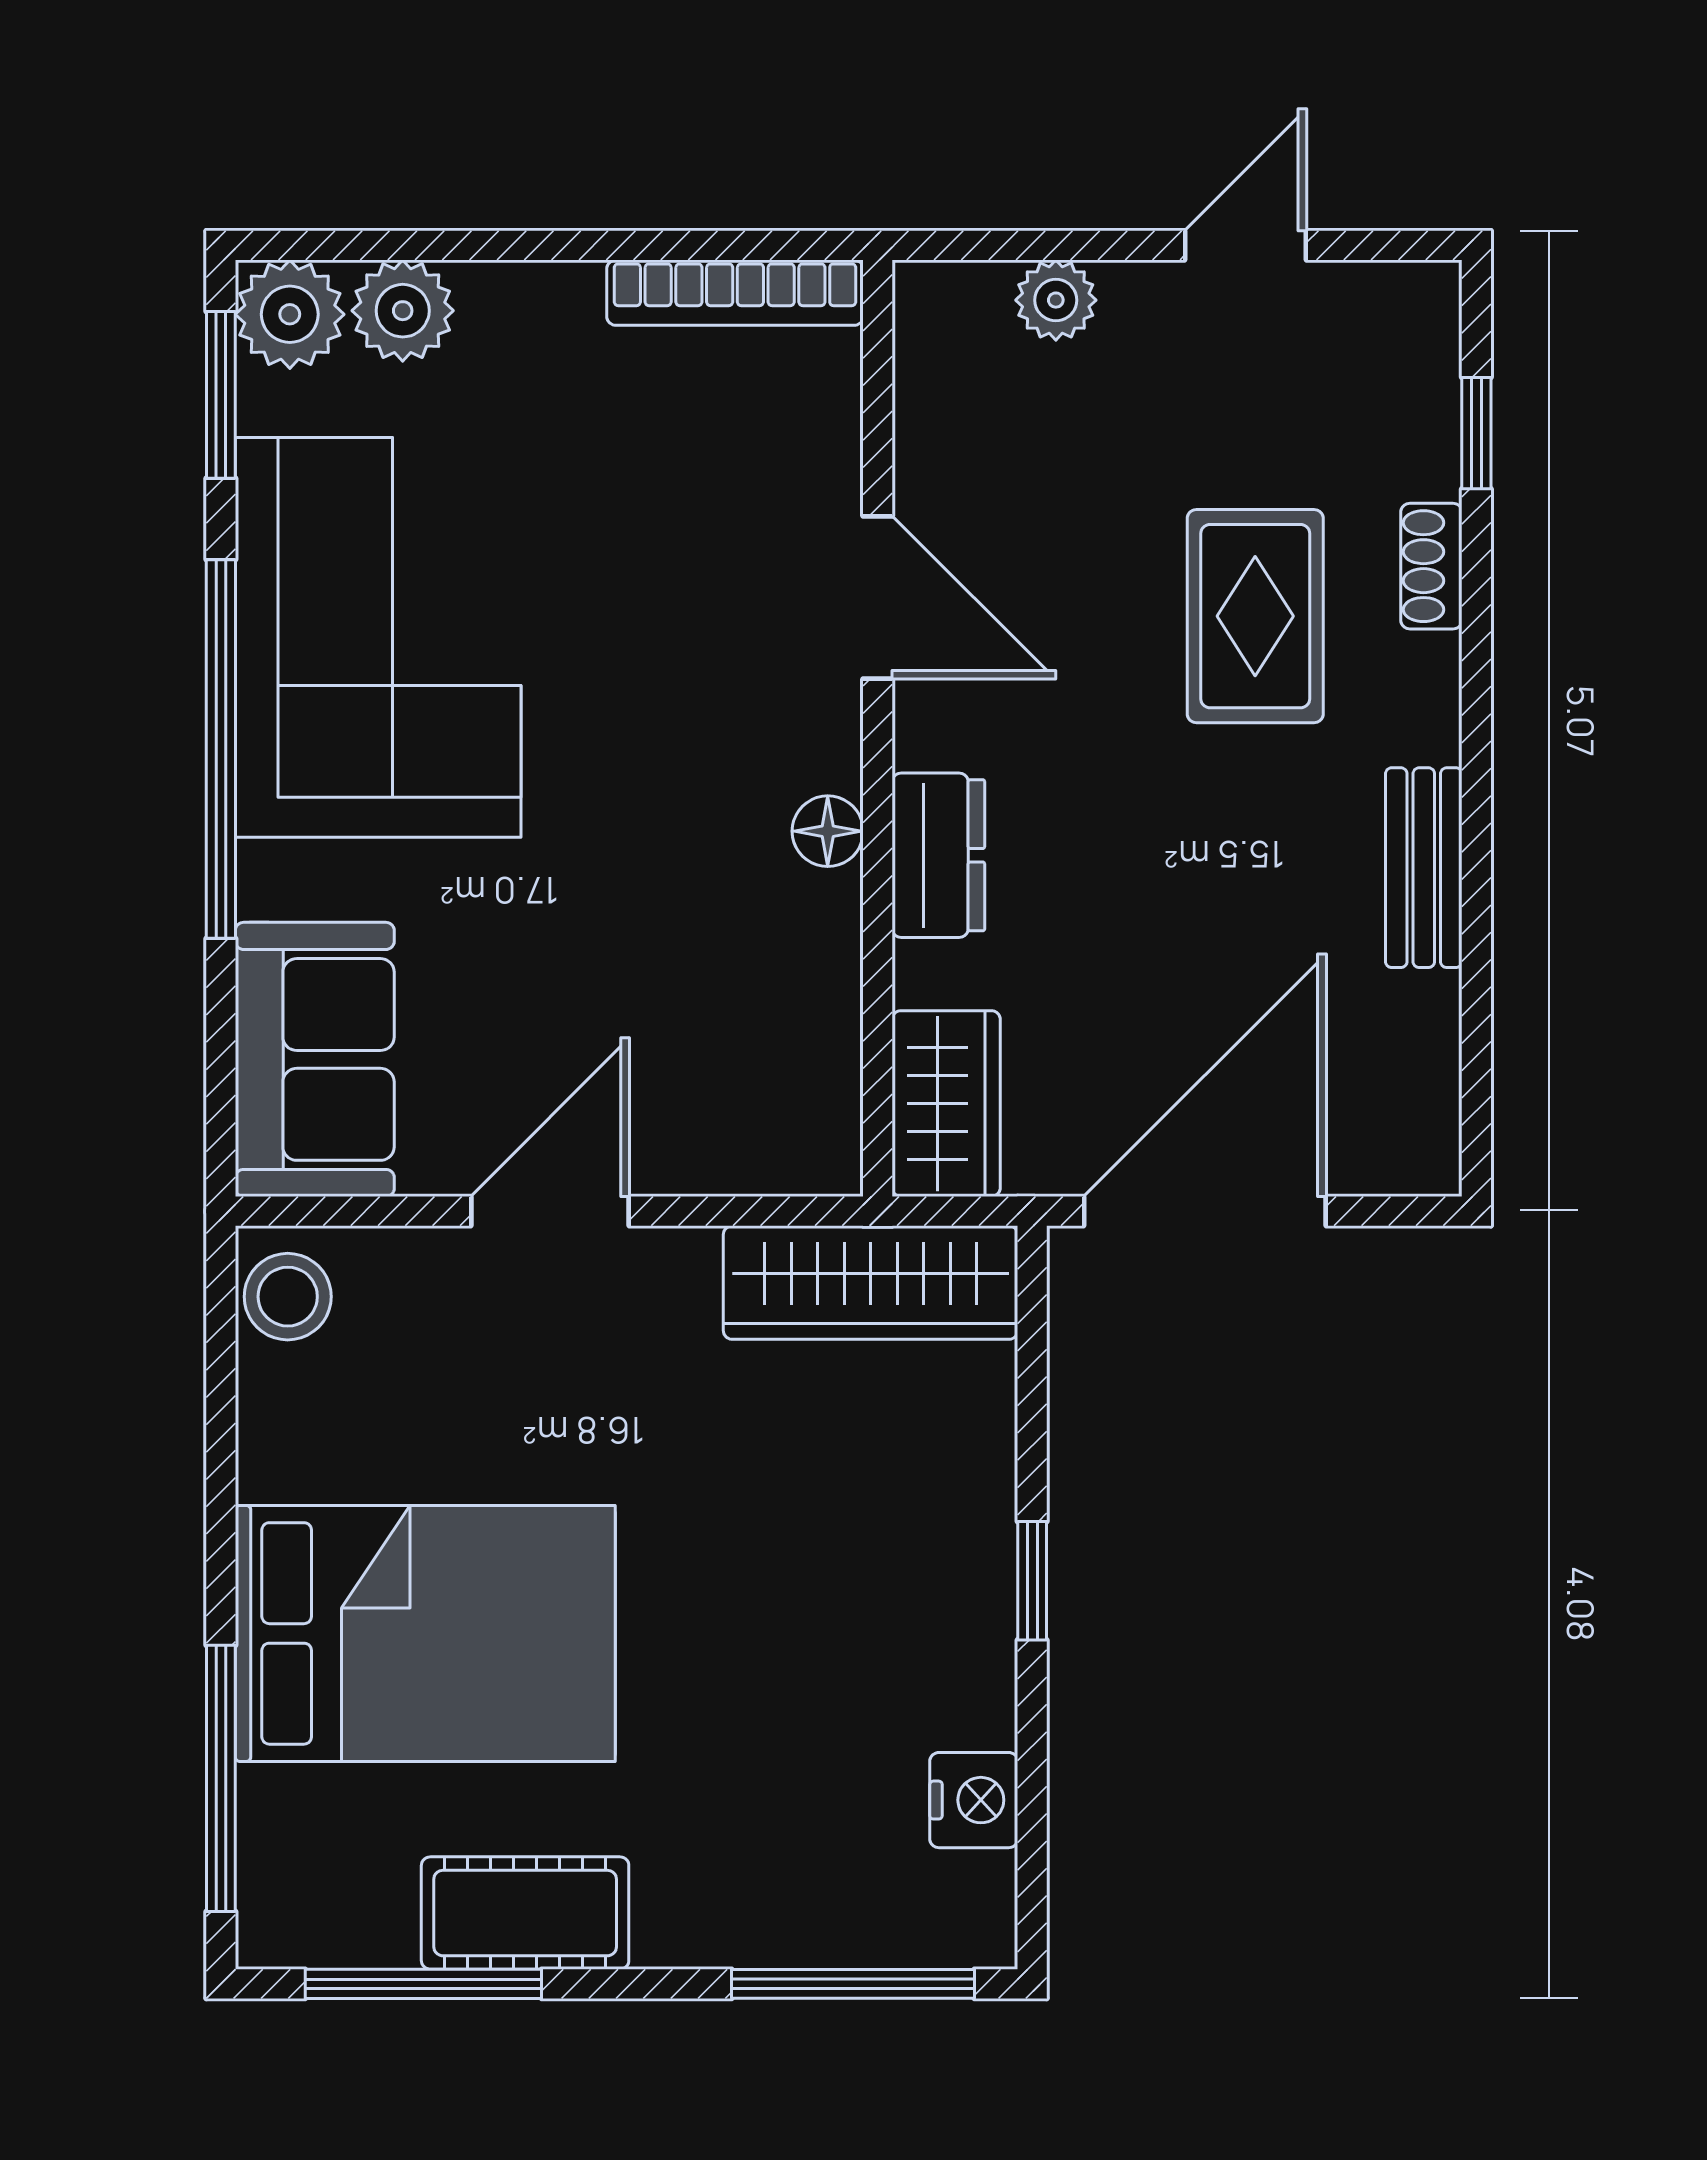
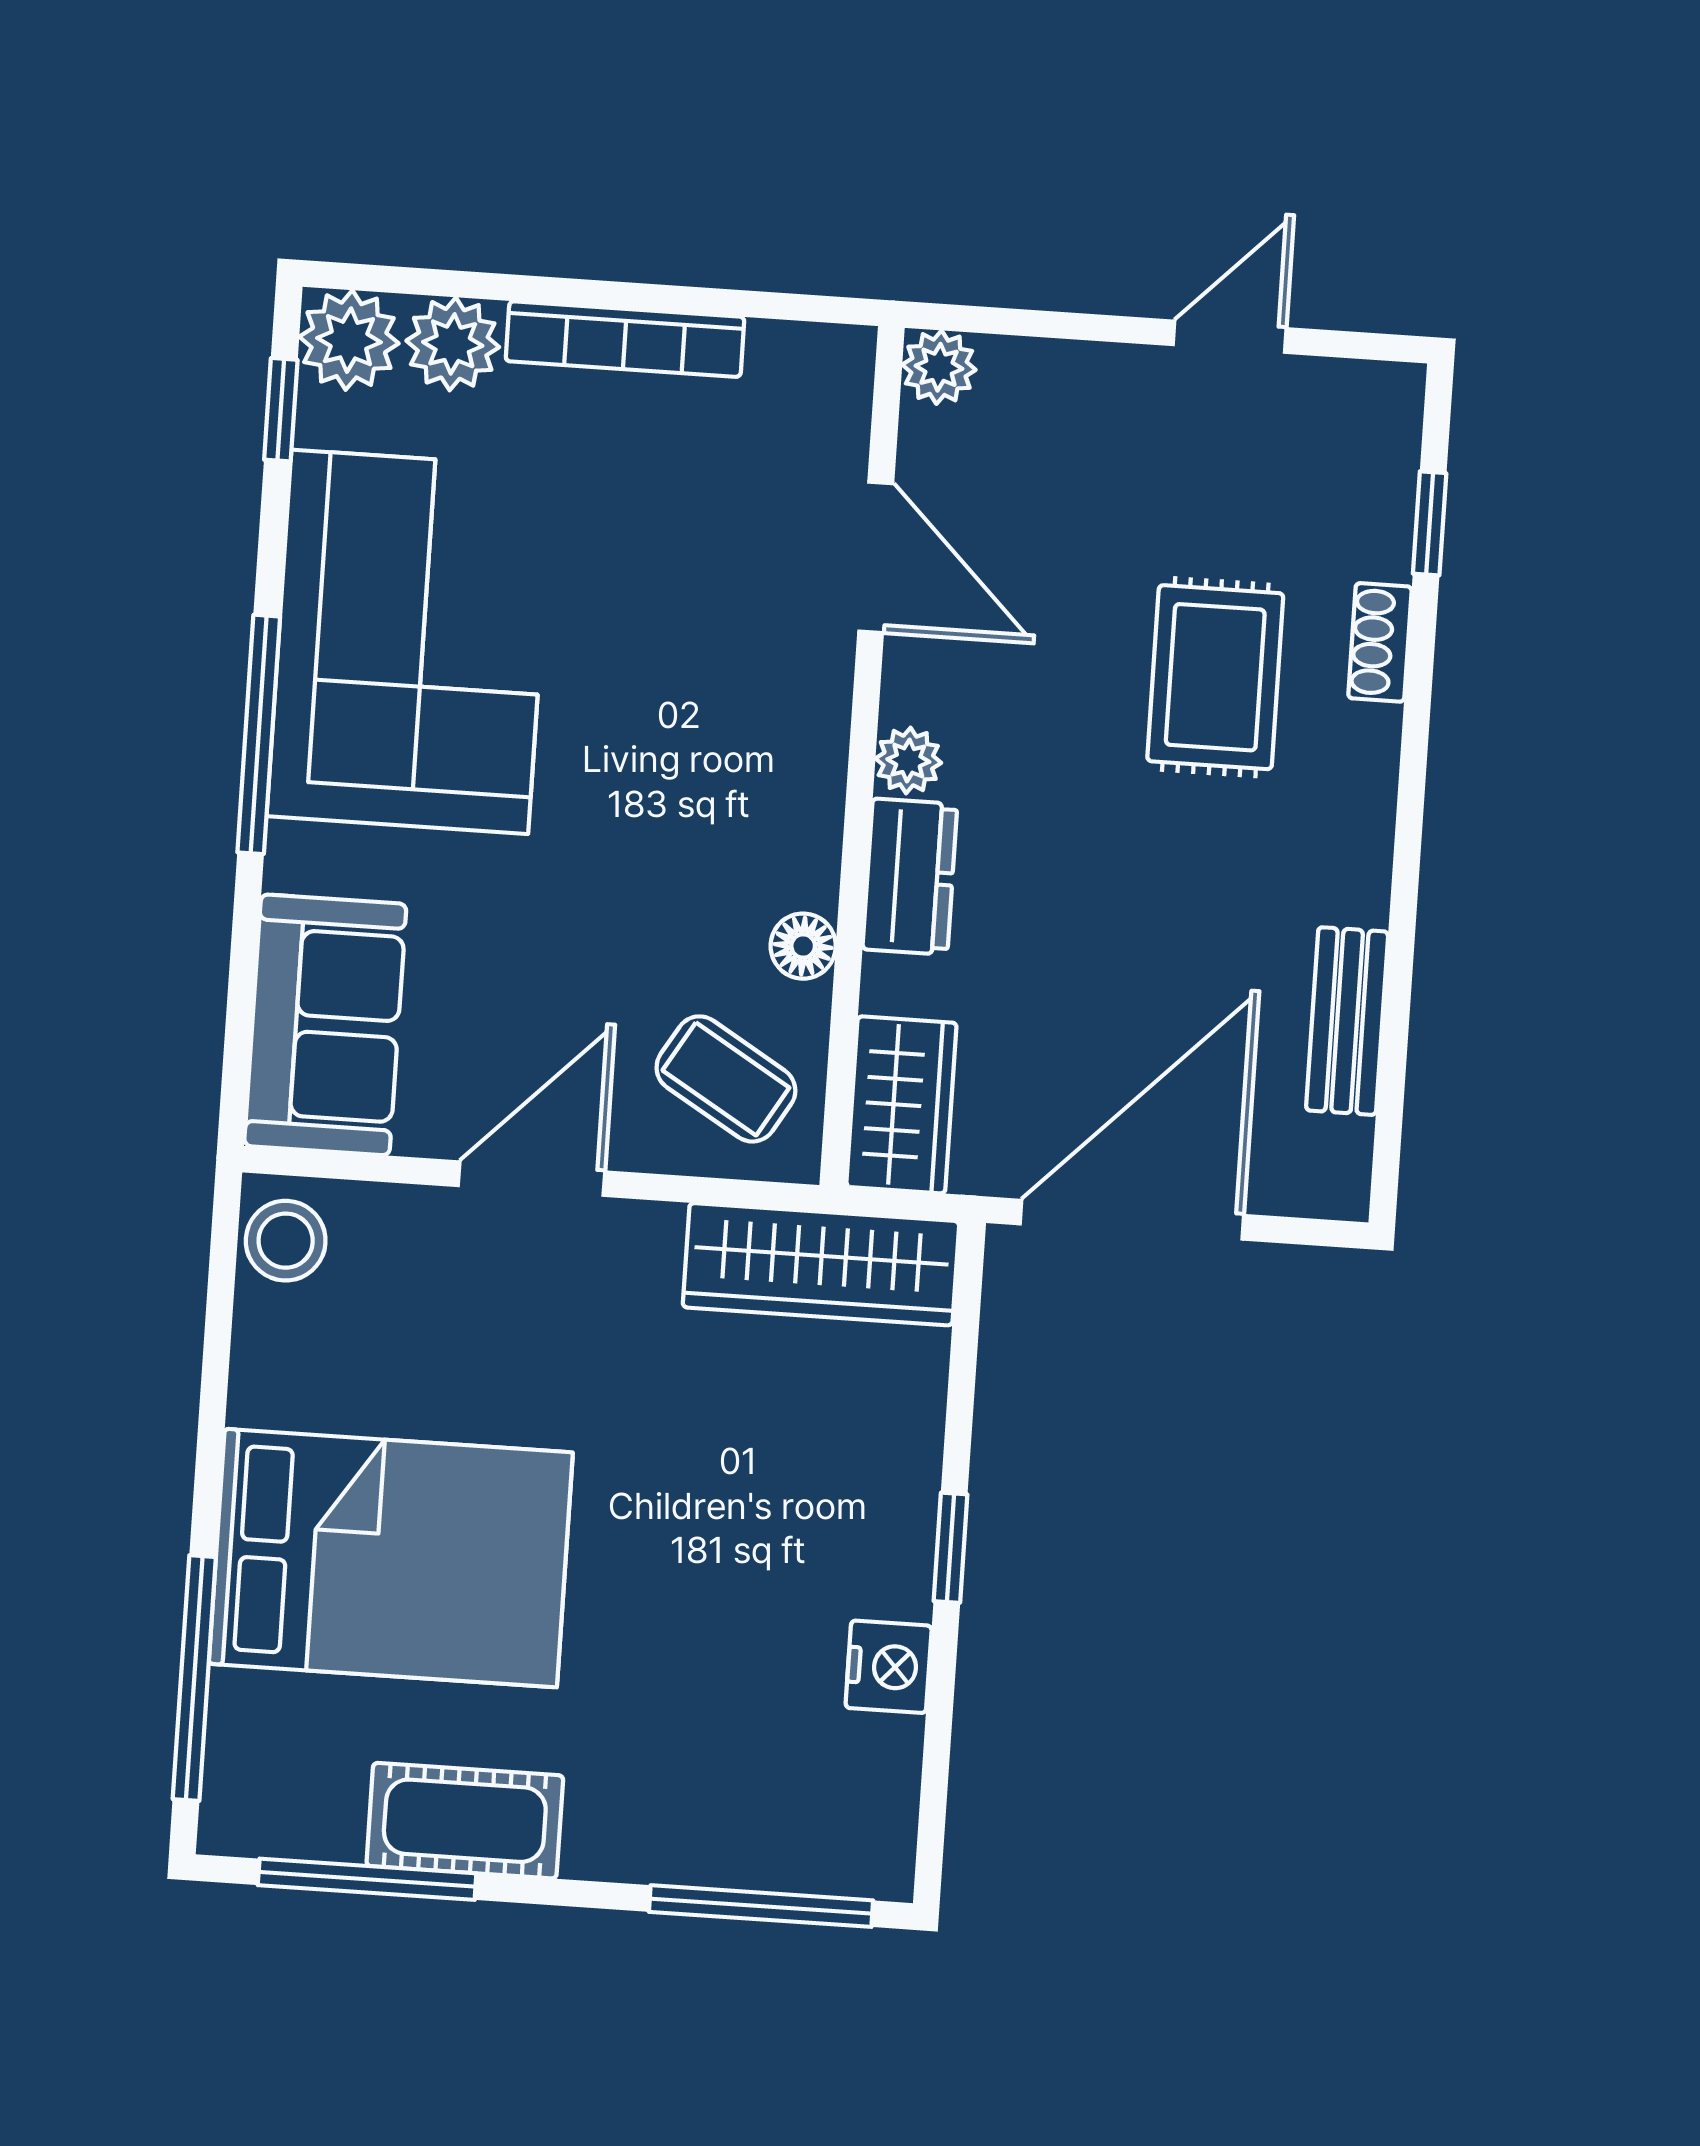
bookcase: (735, 293) -> (625, 339), moved
plant: (1056, 300) -> (939, 367), moved
window: (221, 395) -> (281, 410), width x0.67
door: (878, 597) -> (876, 557), moved
plant: (928, 729) -> (908, 761), added
window: (221, 749) -> (259, 734), width x0.68
floor lamp: (828, 831) -> (803, 946), moved
bench: (1424, 868) -> (1347, 1021), moved
coffee table: (754, 1088) -> (726, 1079), added
nightstand: (974, 1800) -> (889, 1667), moved

